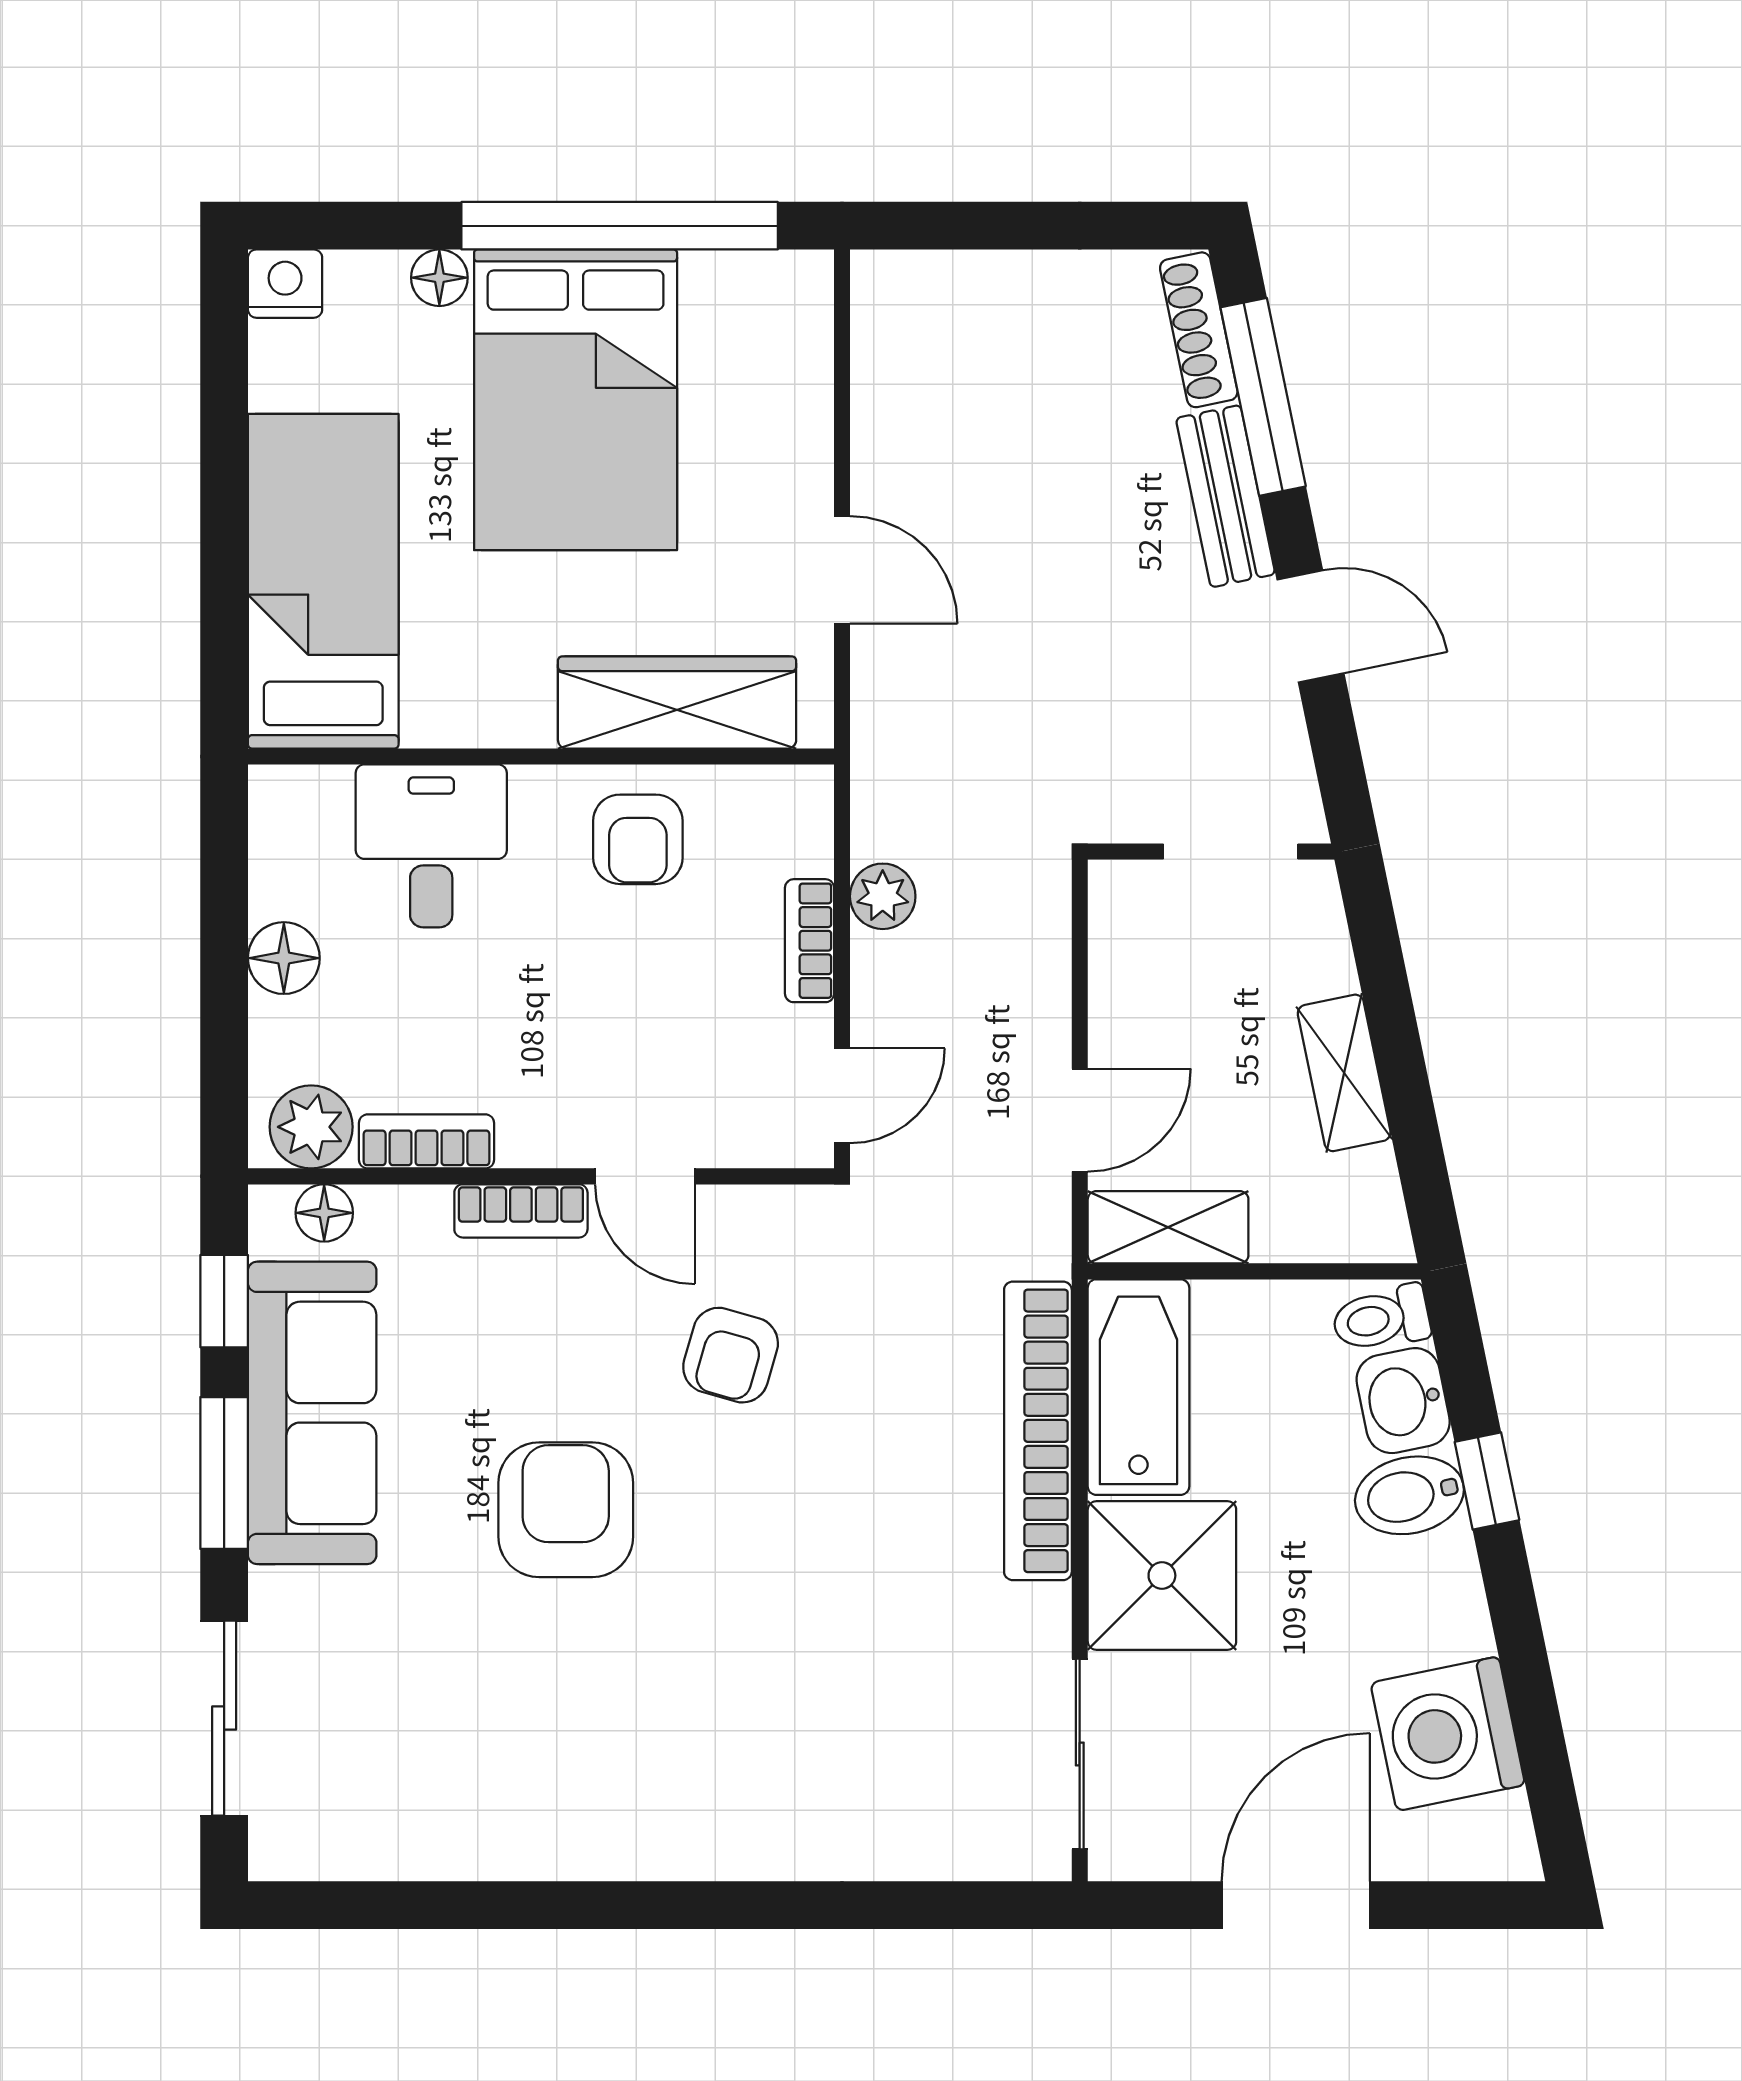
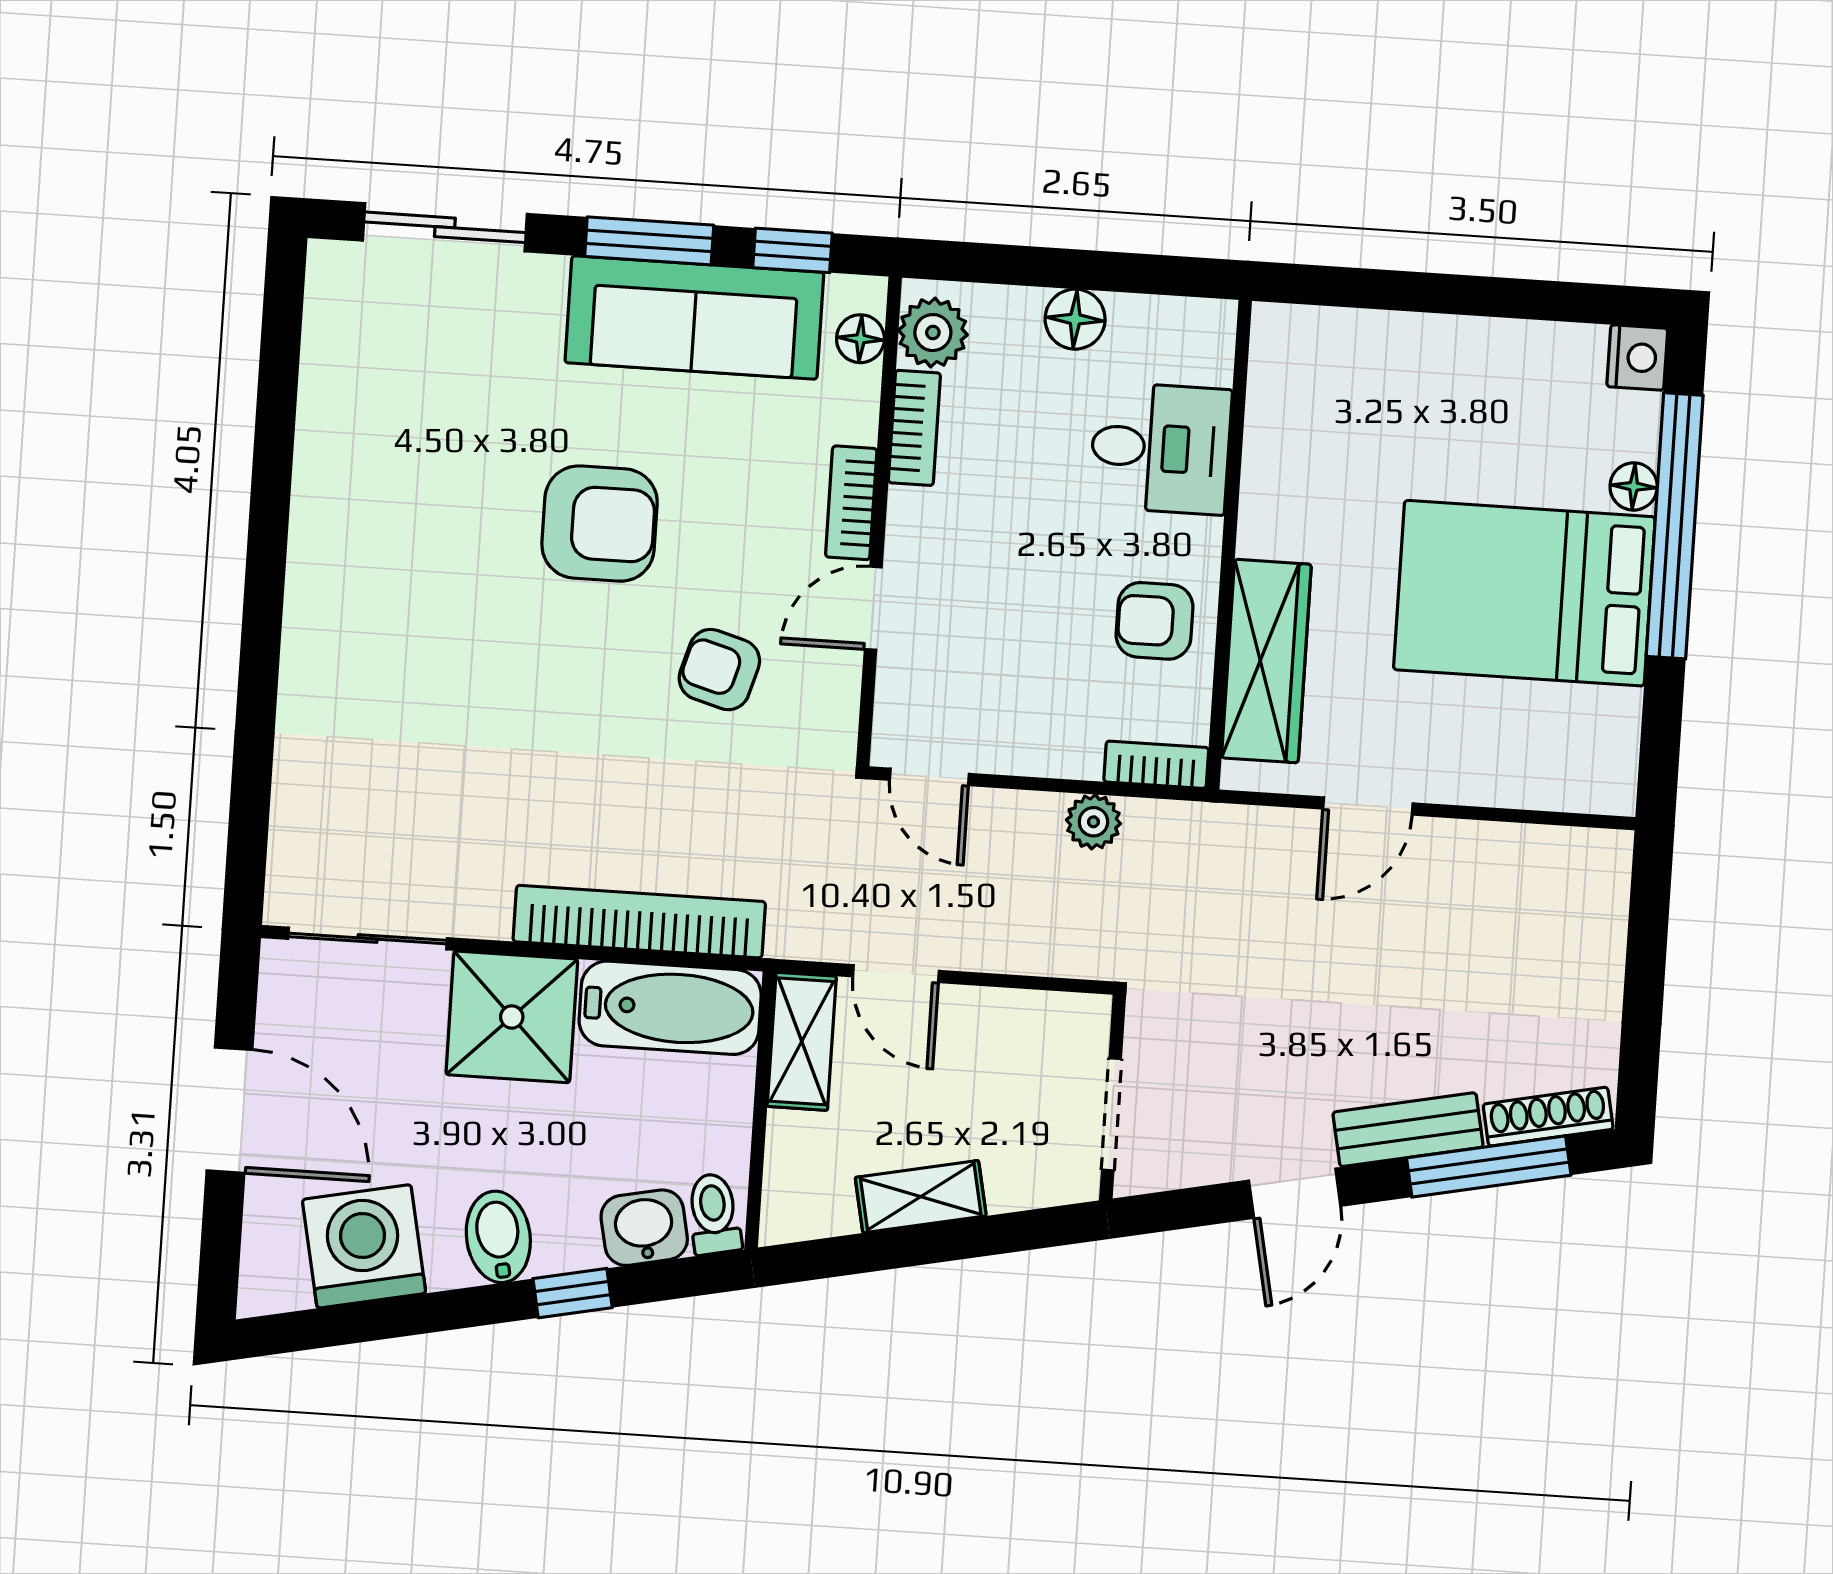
window: (620, 226) -> (1675, 526), moved
bed: (323, 581) -> (1387, 373), removed
bookcase: (810, 941) -> (1156, 765), moved
bidet: (1409, 1495) -> (498, 1237), moved

